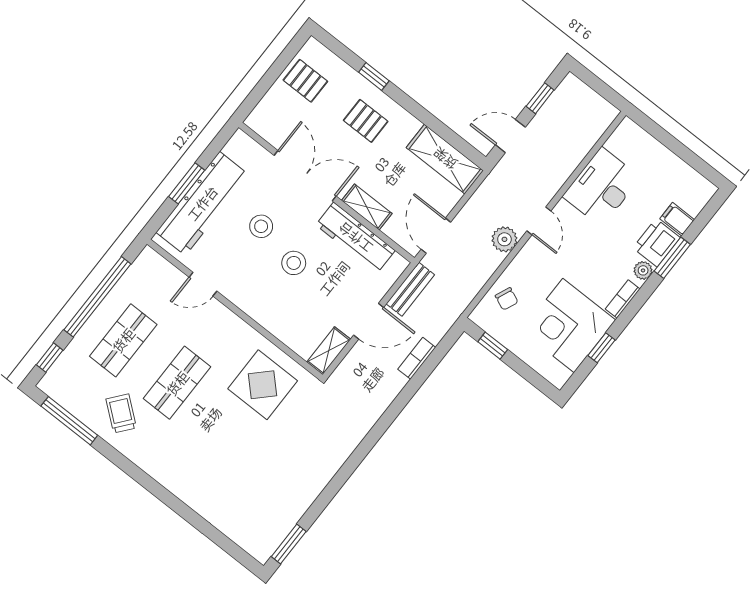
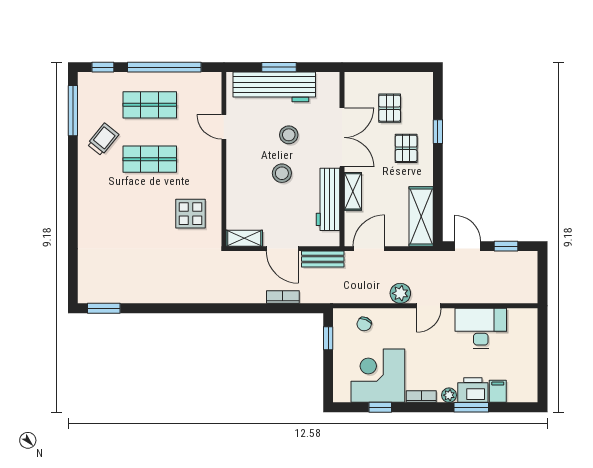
pallet: (305, 81) -> (390, 108), moved
display table: (263, 385) -> (190, 214), width x0.73, depth x0.73

